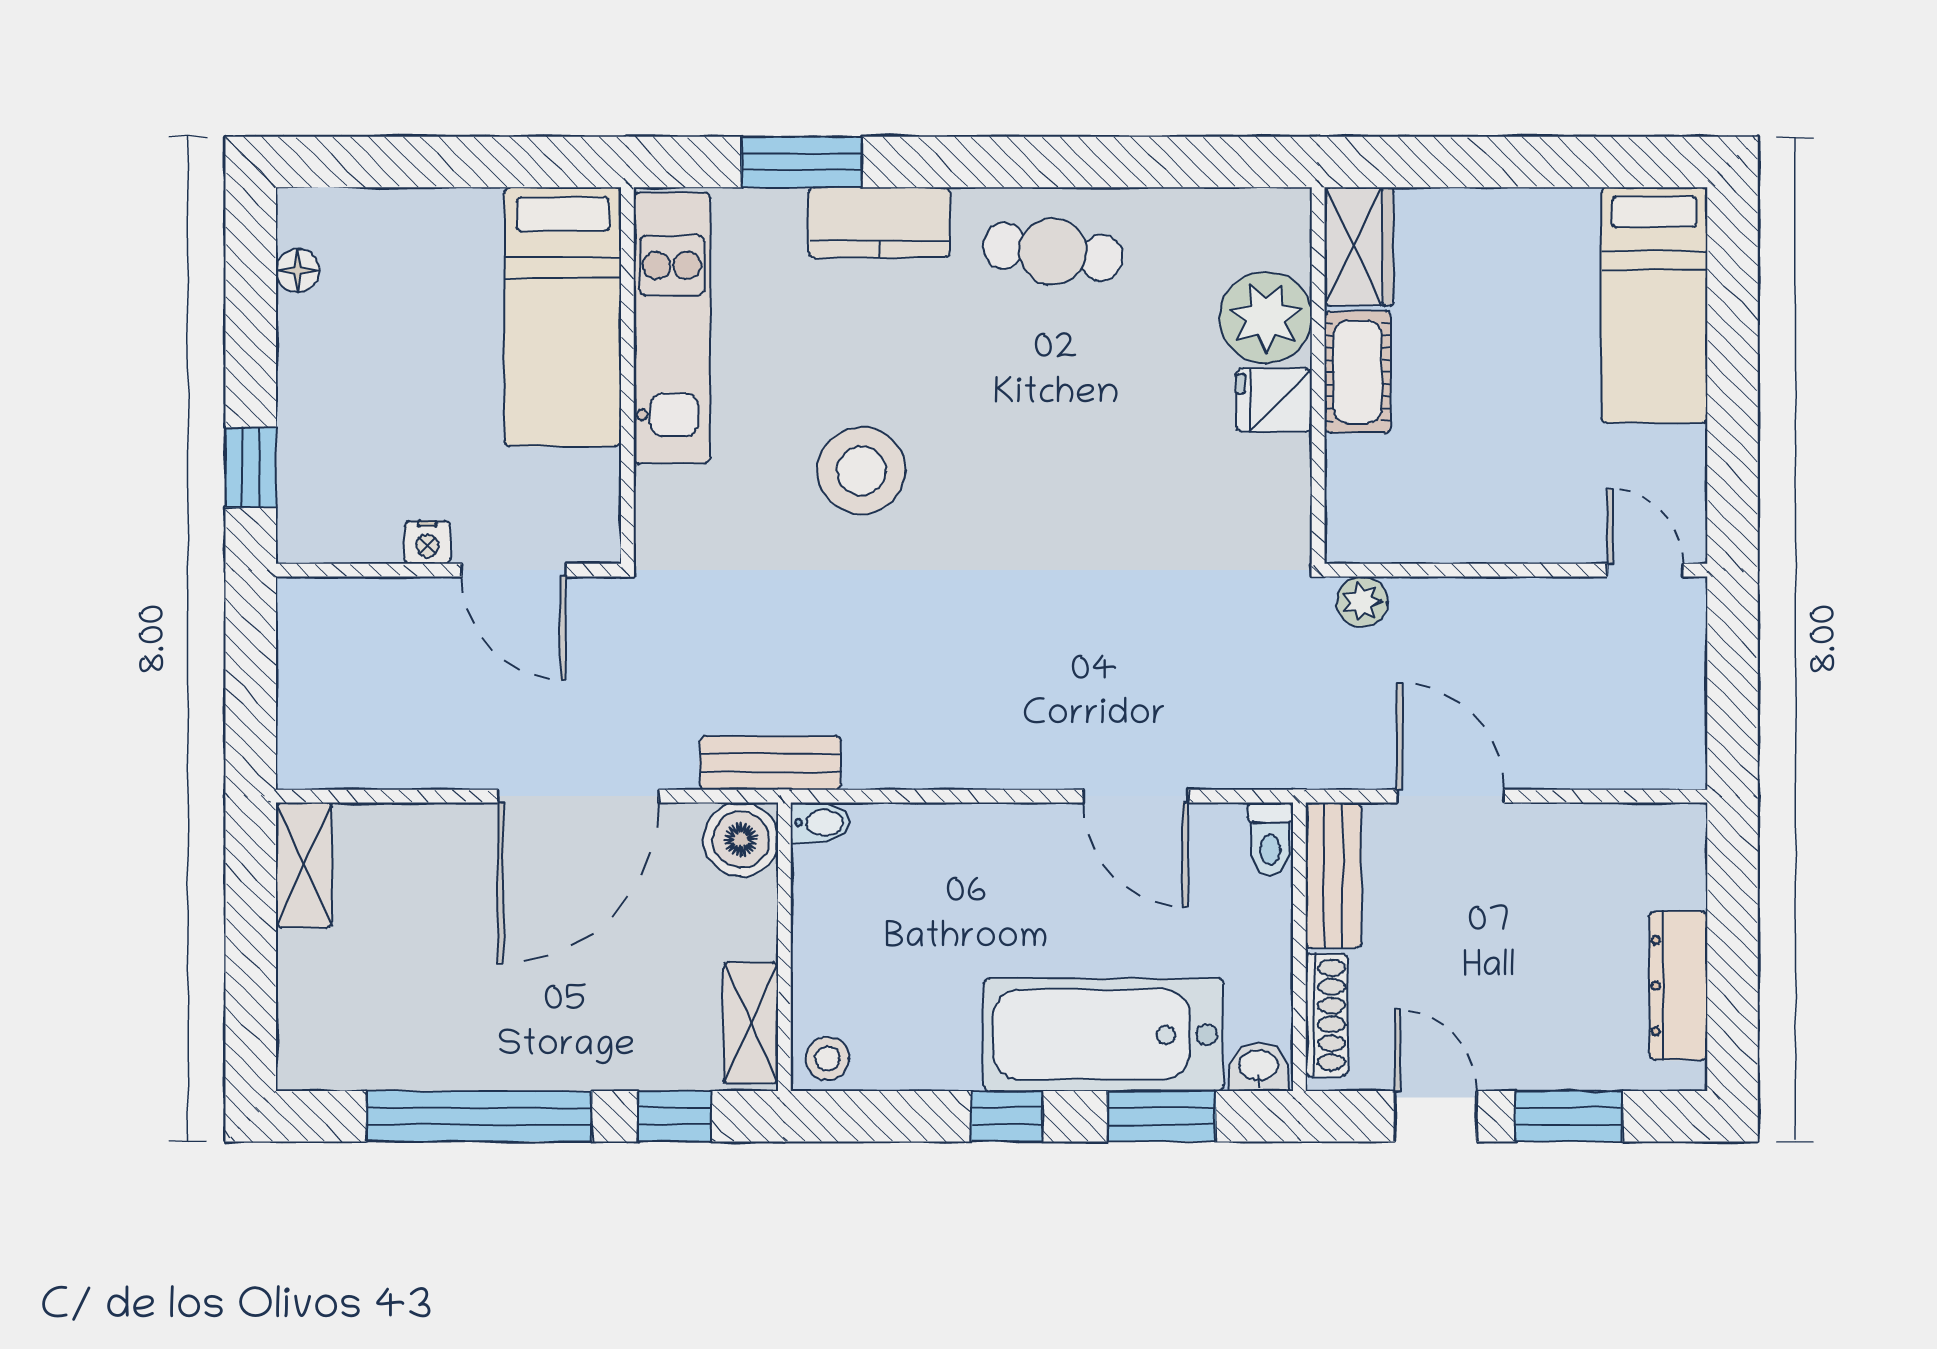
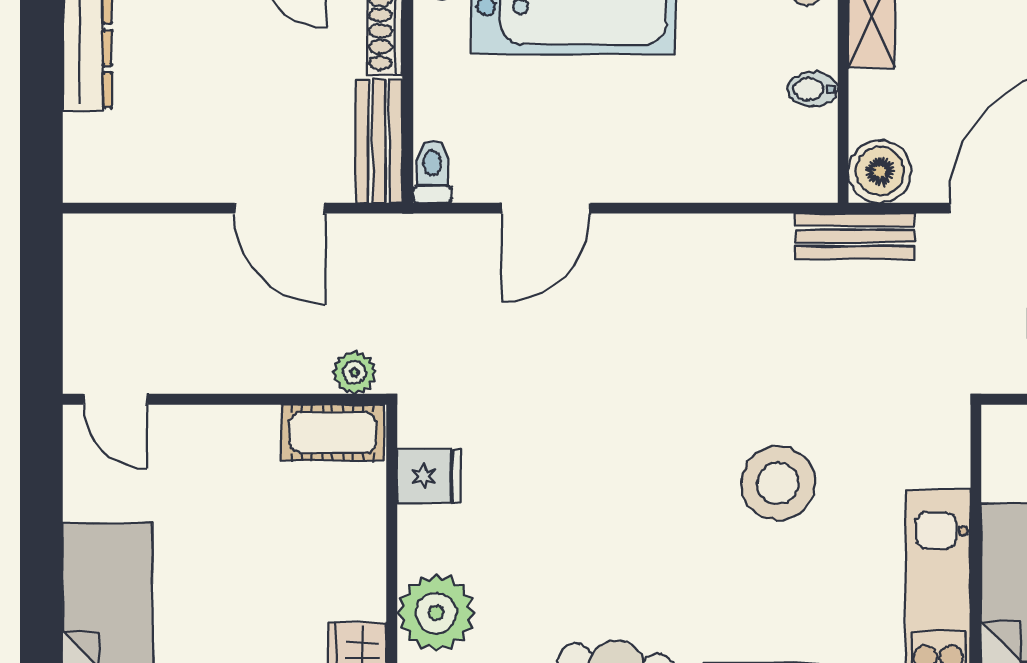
cot: (1358, 372) -> (333, 433), moved, turned 90
fridge: (1274, 400) -> (429, 476), moved
door: (1136, 796) -> (546, 208), swing flipped
bidet: (821, 823) -> (813, 89), moved

